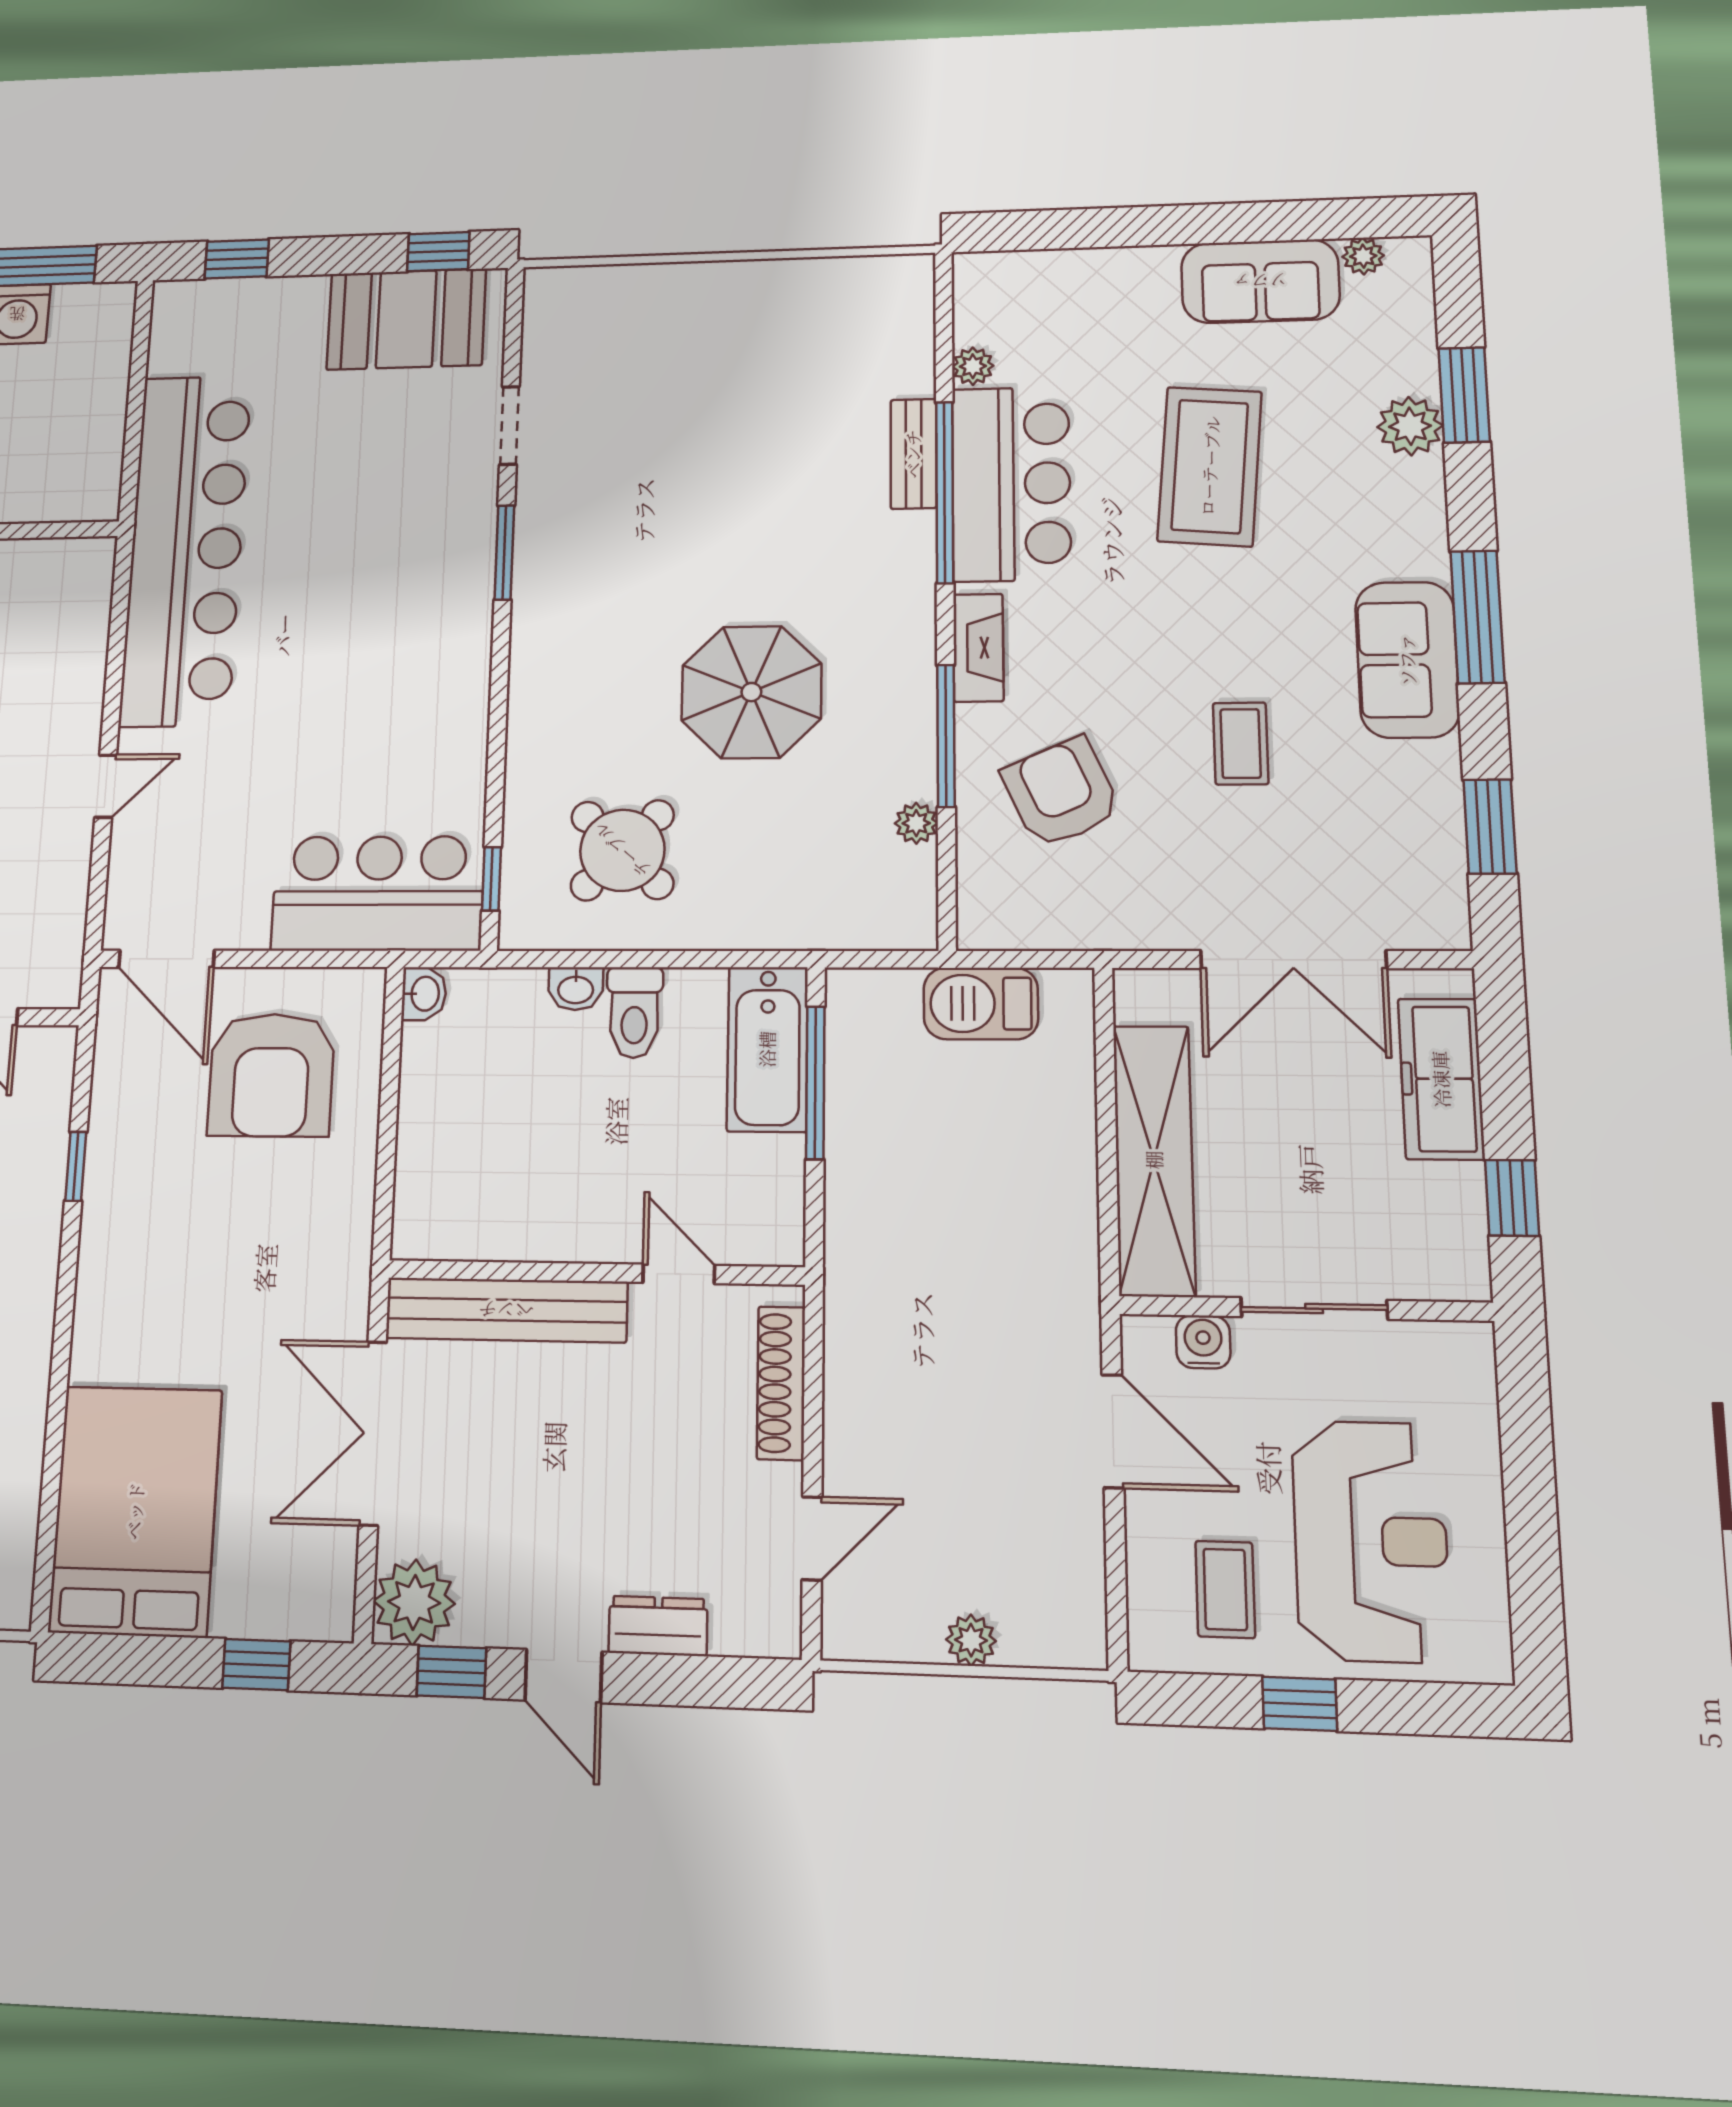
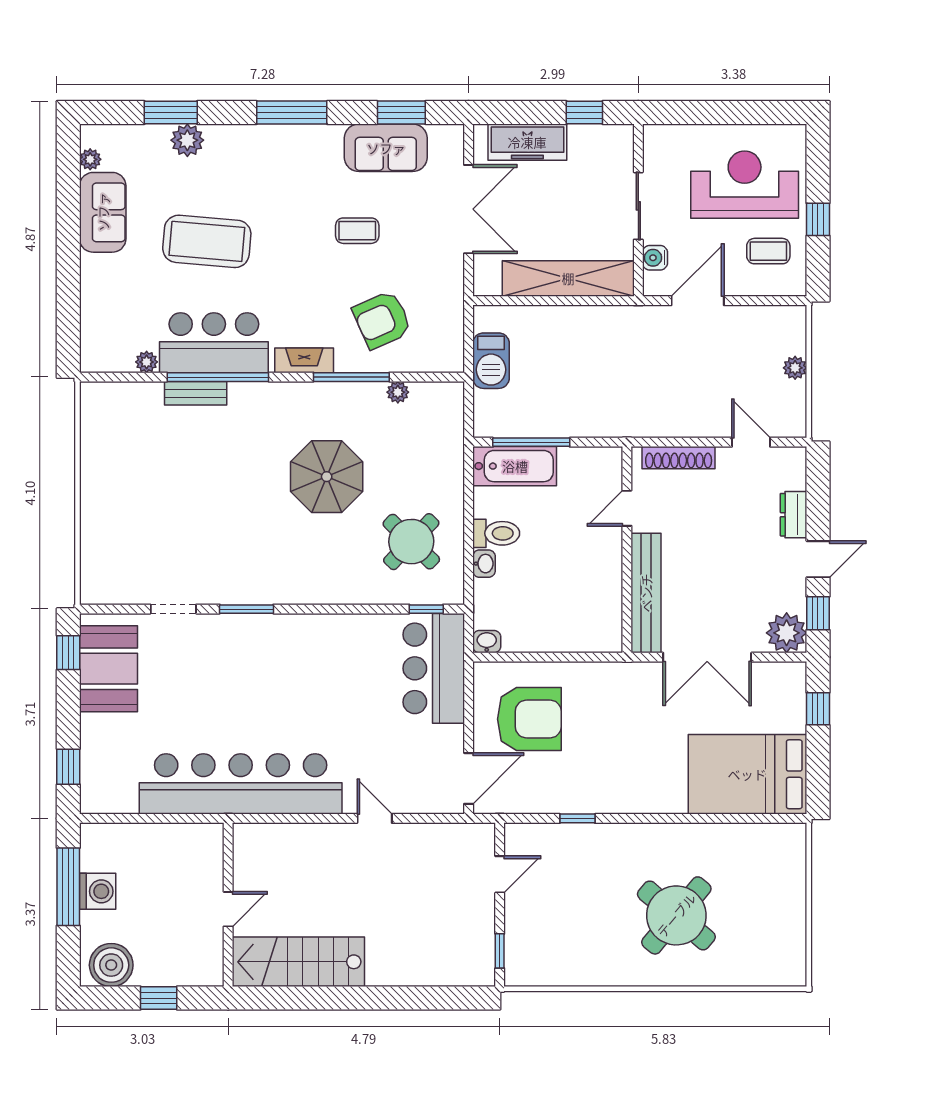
sofa: (1407, 660) -> (386, 148), moved

